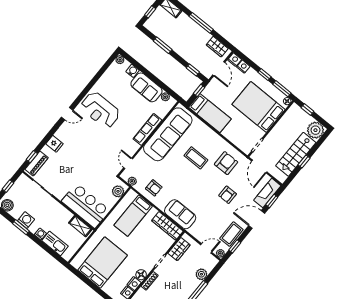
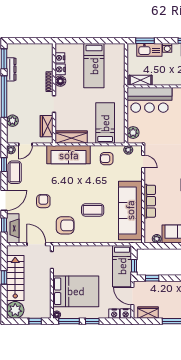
bed: (210, 113) -> (122, 266), moved, turned -90
armchair: (226, 163) -> (65, 225), turned -90
sofa: (180, 214) -> (69, 155), width x1.36
window: (53, 253) -> (145, 41), added
bed: (103, 263) -> (94, 66), width x0.67

